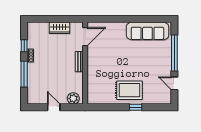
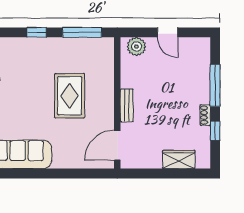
wardrobe: (59, 28) -> (179, 159), moved
rug: (129, 90) -> (70, 96), moved, turned 90
window: (107, 107) -> (82, 32), added

